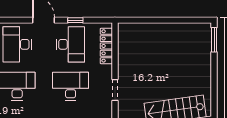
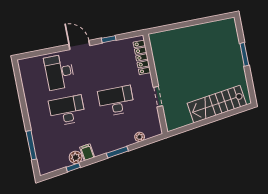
window: (214, 40) -> (244, 54), moved
desk: (71, 44) -> (109, 62), removed

